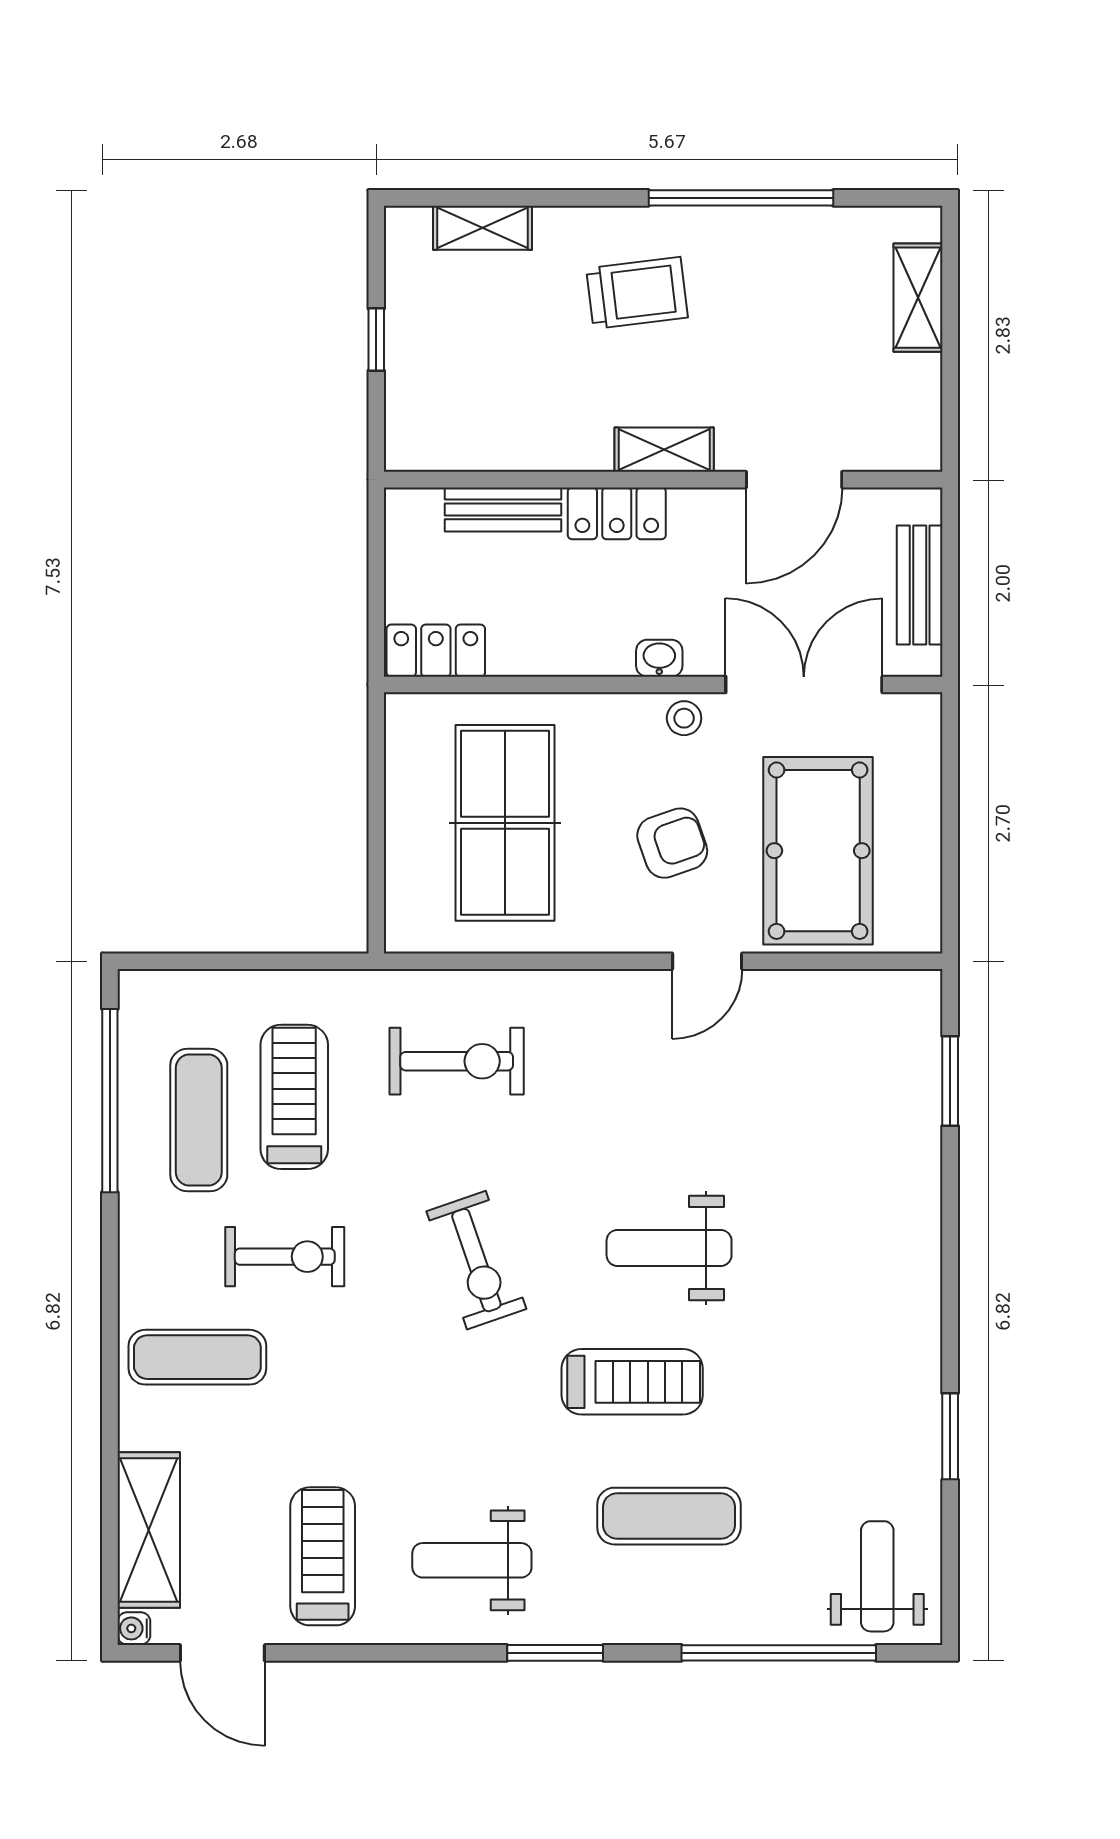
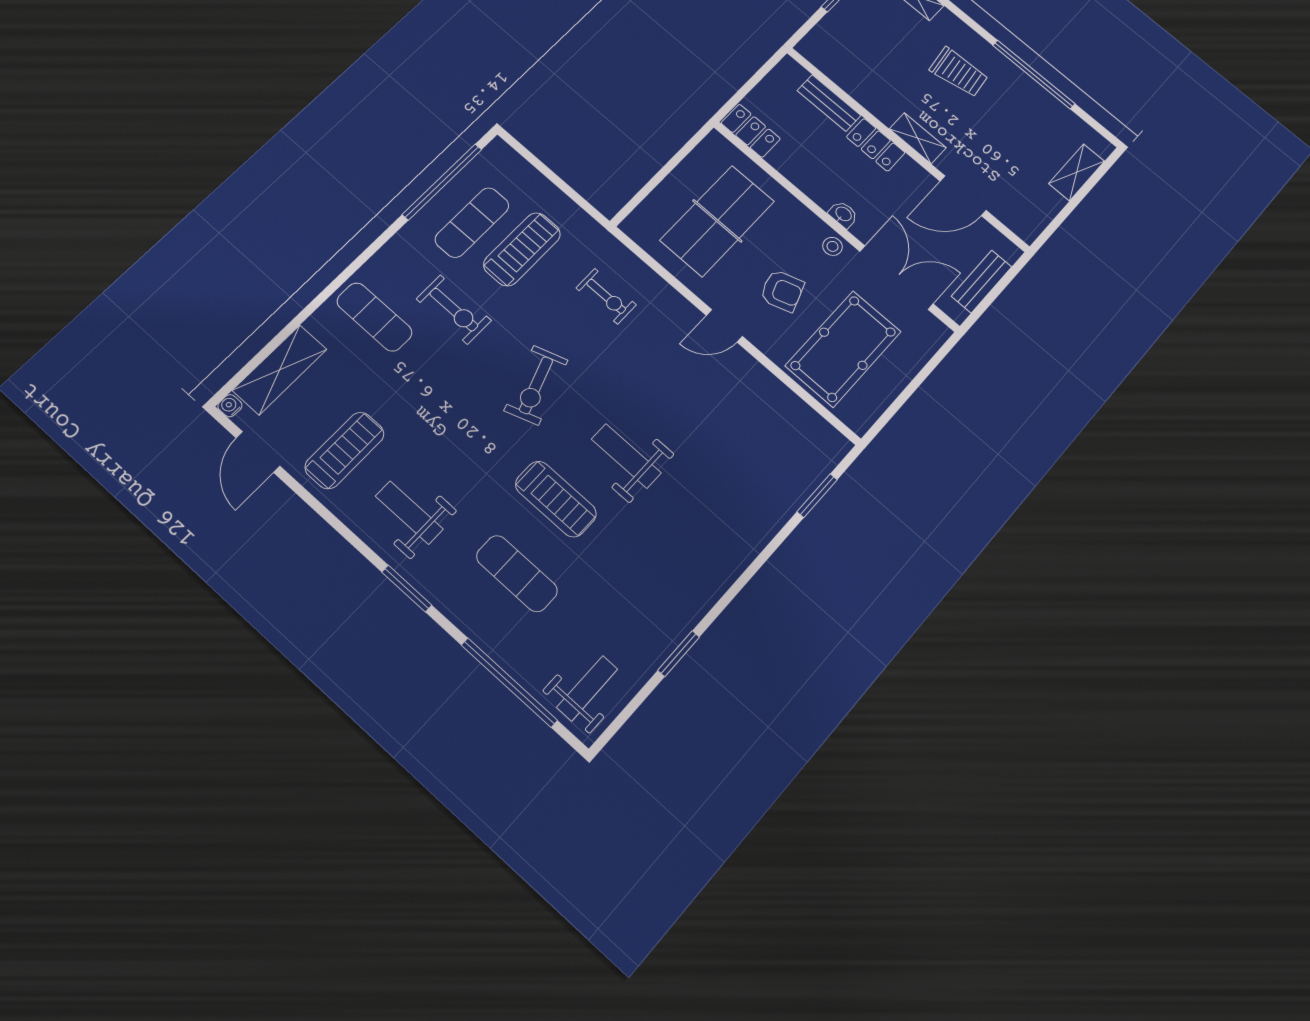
door: (707, 961) -> (724, 326), moved
exercise bike: (457, 1061) -> (606, 296), width x0.73, depth x0.72

